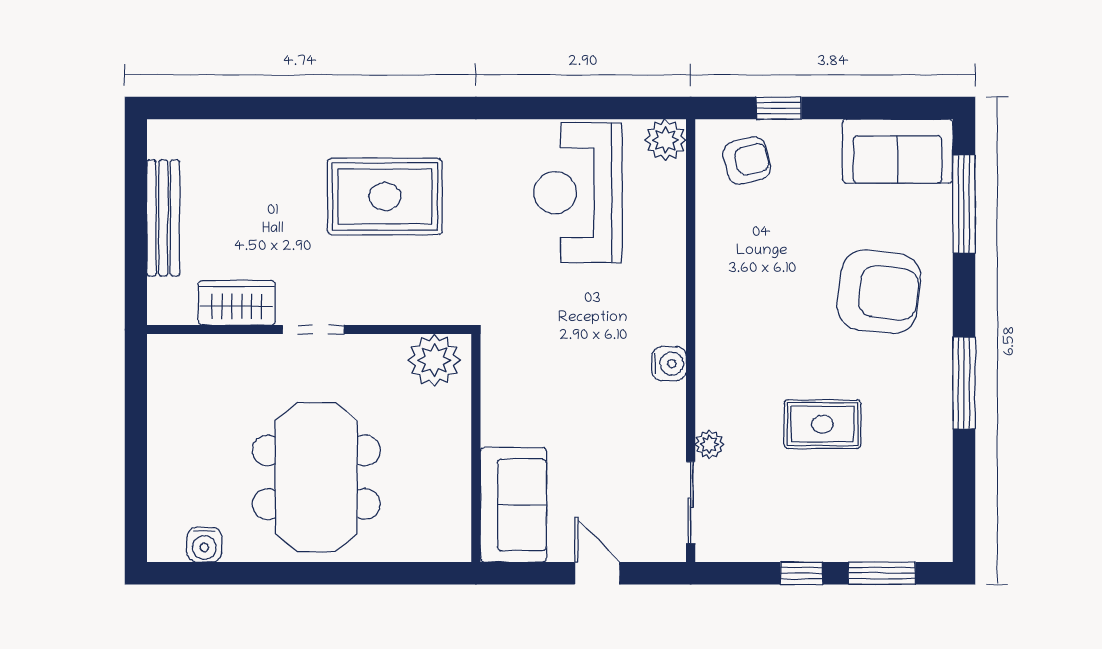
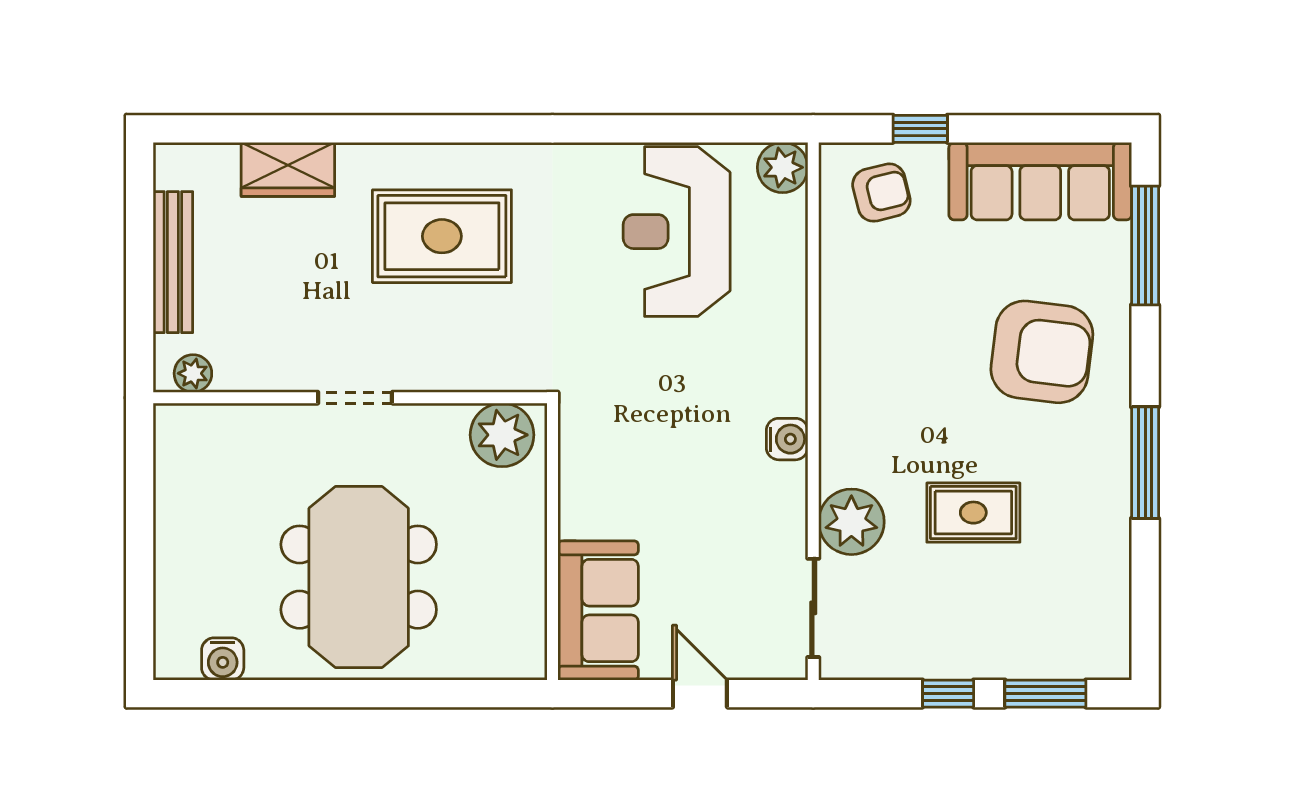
sofa: (898, 151) -> (1040, 181), width x1.36
wardrobe: (237, 303) -> (288, 169), moved, turned 180
plant: (180, 310) -> (193, 373), added
plant: (709, 444) -> (851, 522), width x1.88, depth x1.88

